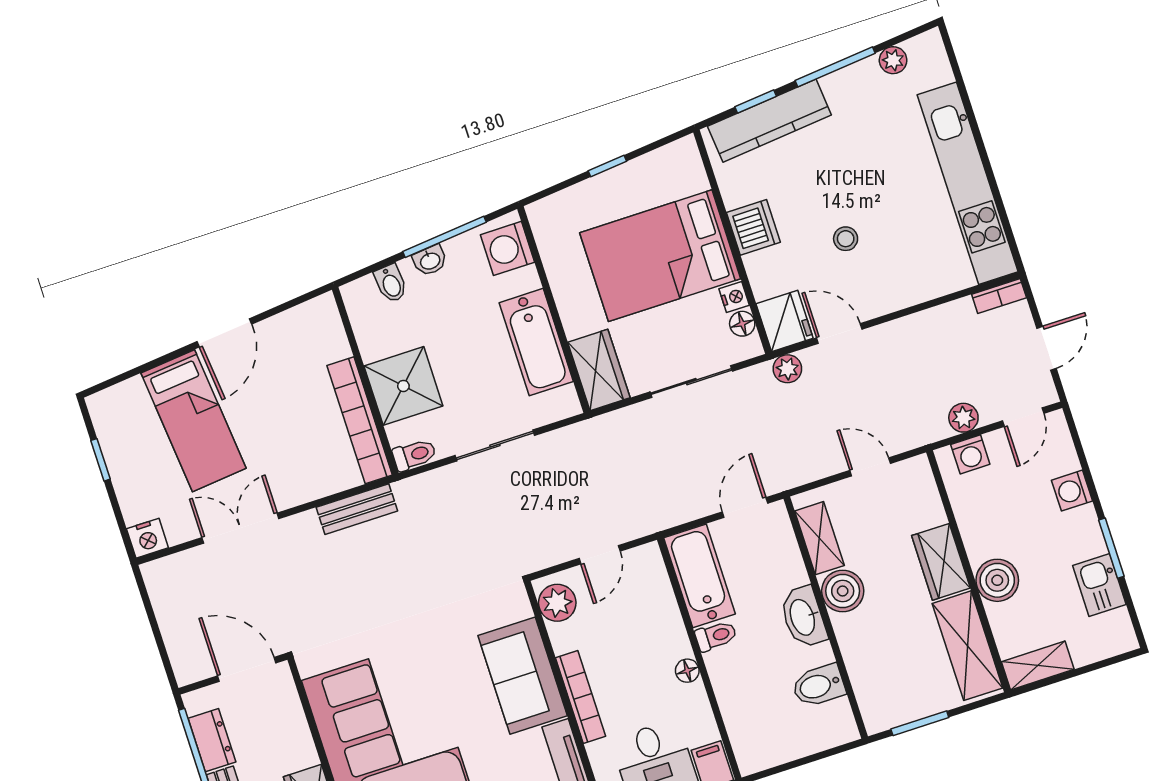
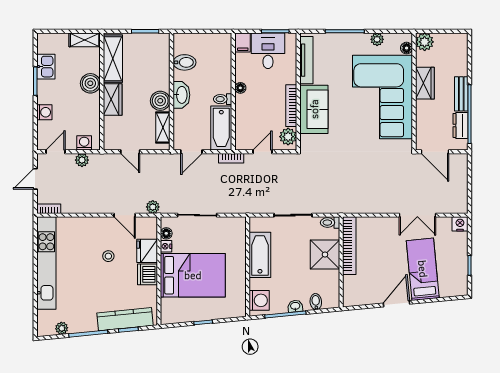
fridge: (785, 321) -> (147, 251), moved
wardrobe: (599, 370) -> (236, 234), removed
bench: (357, 509) -> (363, 207), removed
bookcase: (659, 520) -> (231, 158), added
bookcase: (581, 697) -> (291, 106), moved

